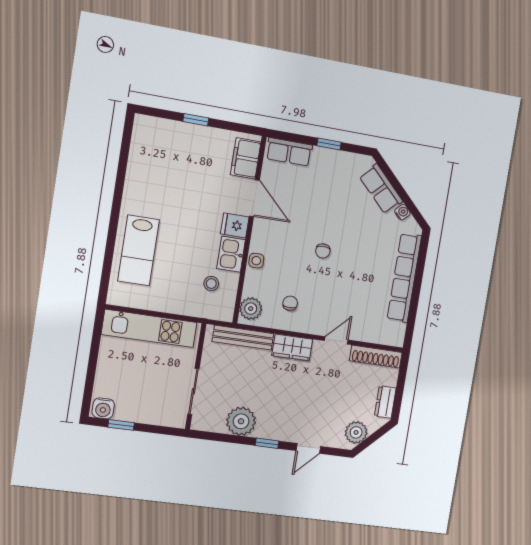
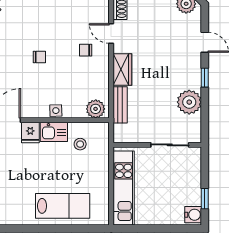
chair: (290, 303) -> (86, 50), moved
bench: (243, 338) -> (120, 105), width x0.73

